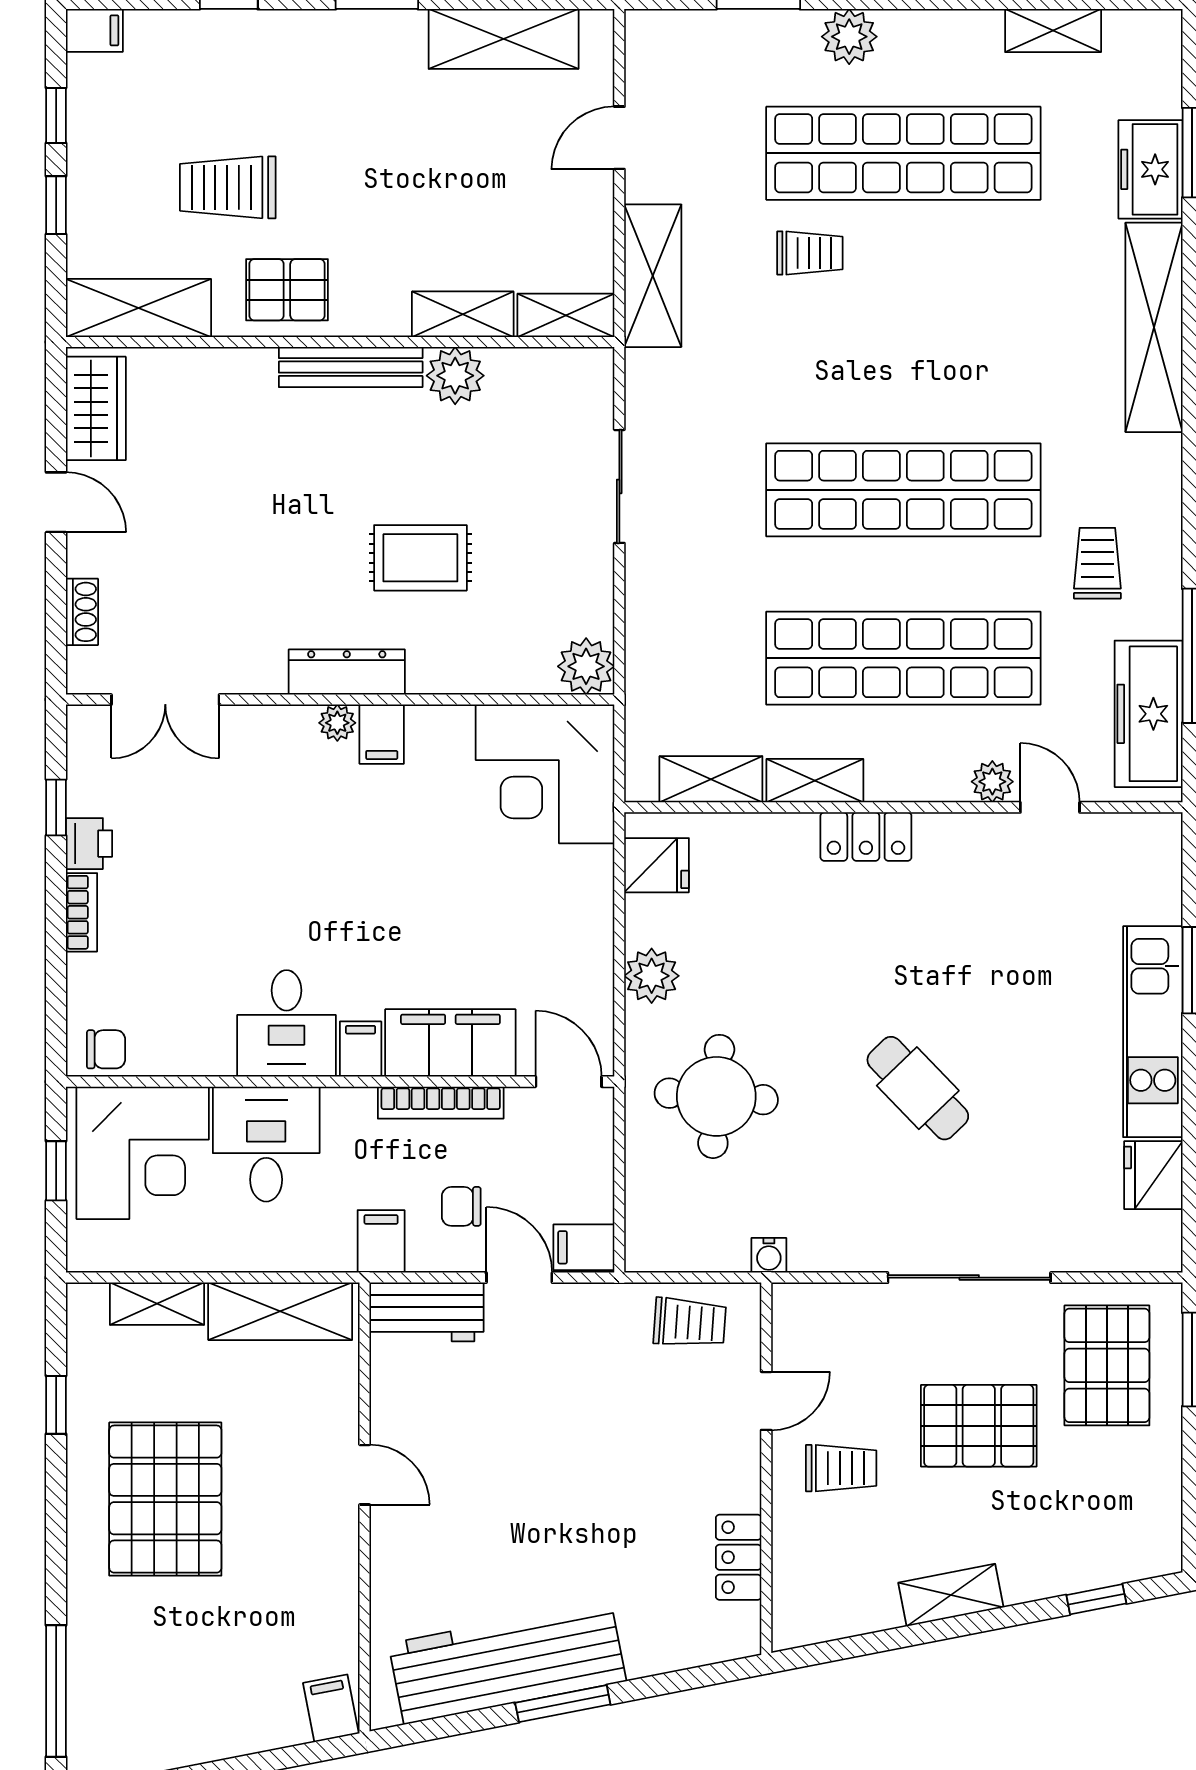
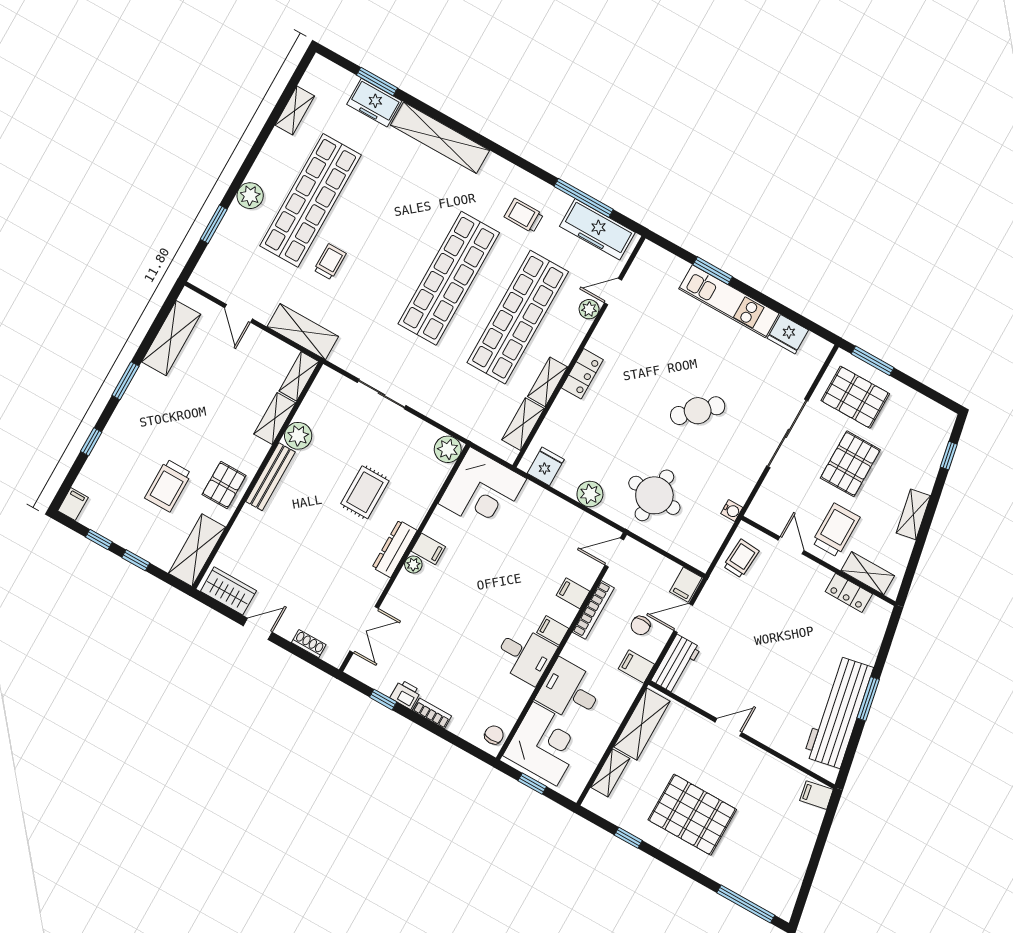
filing cabinet: (450, 1043) -> (573, 593), width x0.33, depth x0.86
trolley: (841, 1468) -> (836, 530), width x1.36, depth x1.39
shelving: (795, 1572) -> (868, 573), added

